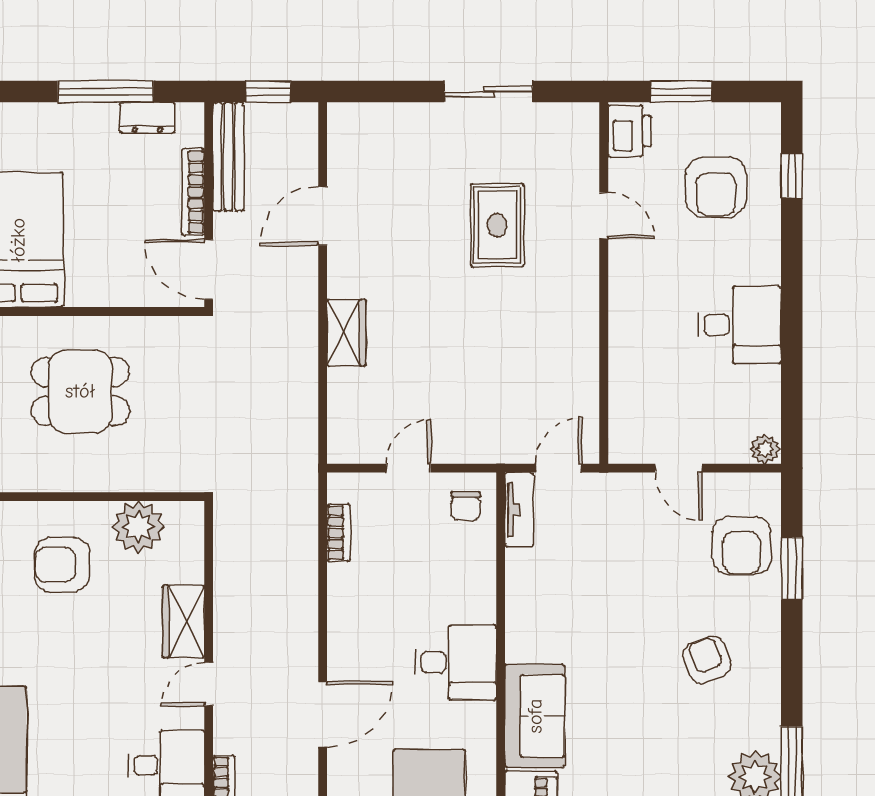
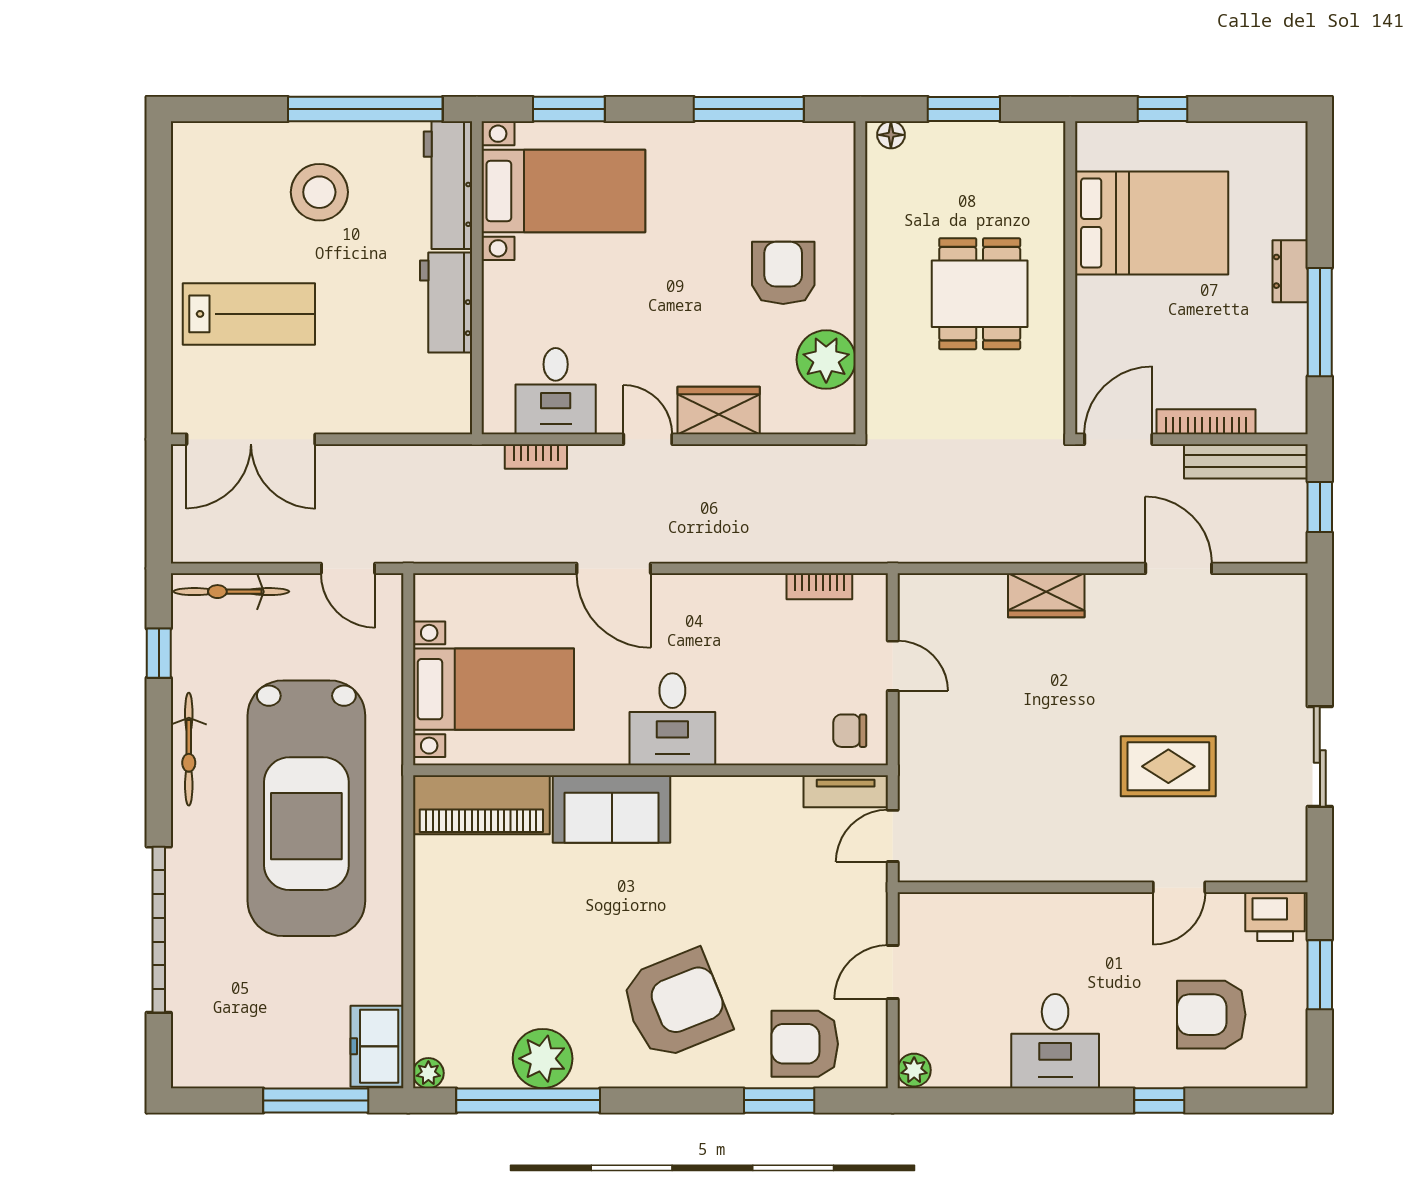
dresser: (147, 118) -> (1290, 271), moved
window: (792, 176) -> (1159, 1100), moved
door: (558, 468) -> (893, 836), swing flipped
armchair: (707, 660) -> (675, 1004), width x1.88, depth x1.88

